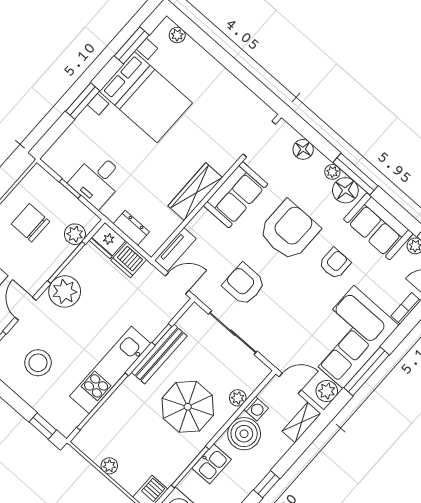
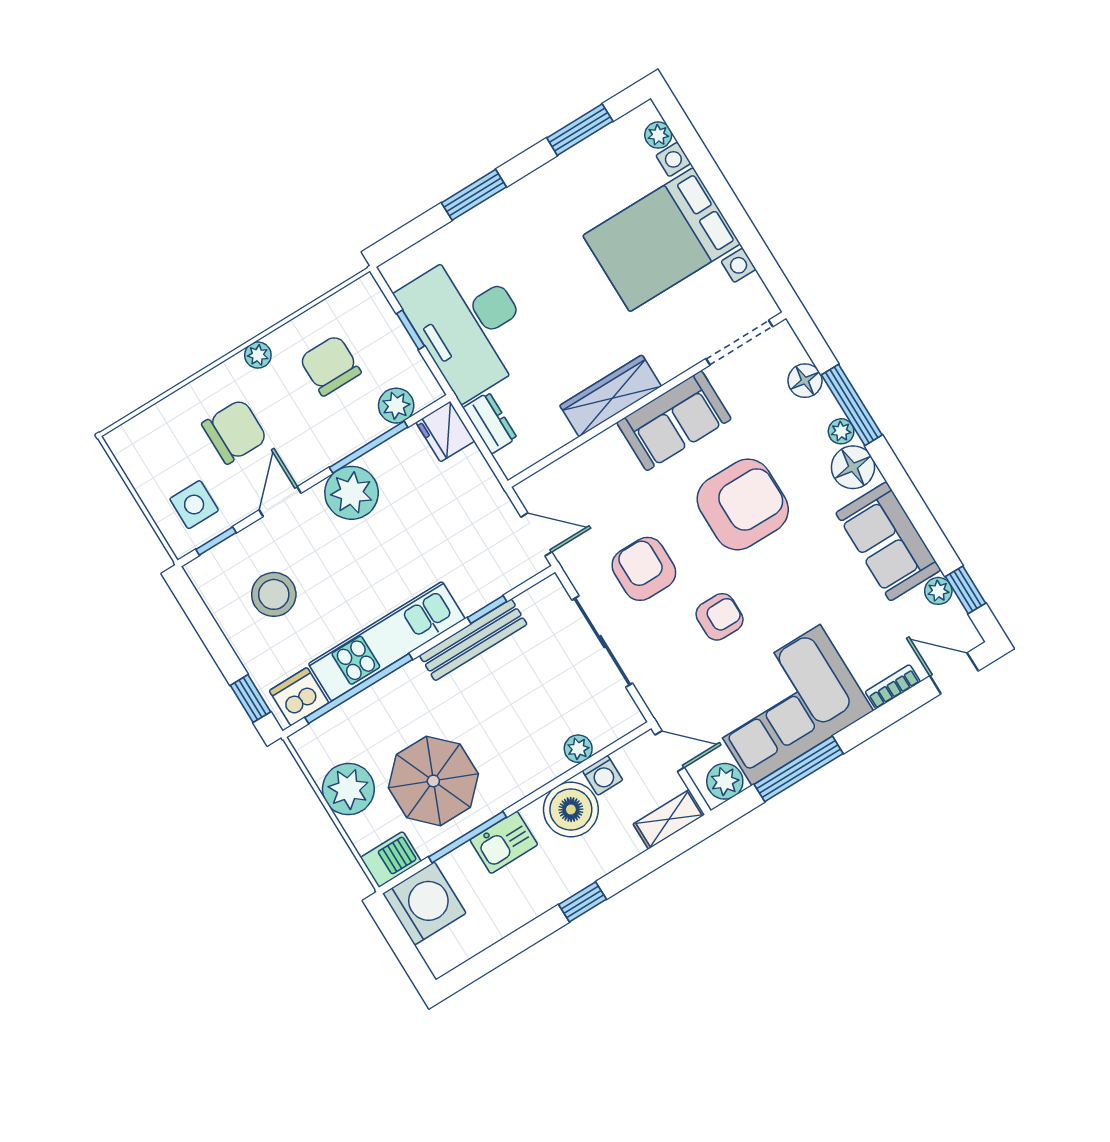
bed with nightstands: (146, 97) -> (662, 240), moved, turned 90
window: (355, 174) -> (852, 405), moved
desk: (97, 180) -> (468, 324), width x1.87, depth x1.30
tv unit: (175, 250) -> (550, 480), removed
dishwasher: (129, 260) -> (299, 697), moved, turned 90
armchair: (335, 263) -> (720, 617), moved
parasol: (188, 407) -> (433, 781), moved
plant: (109, 466) -> (348, 789), width x1.88, depth x1.88

